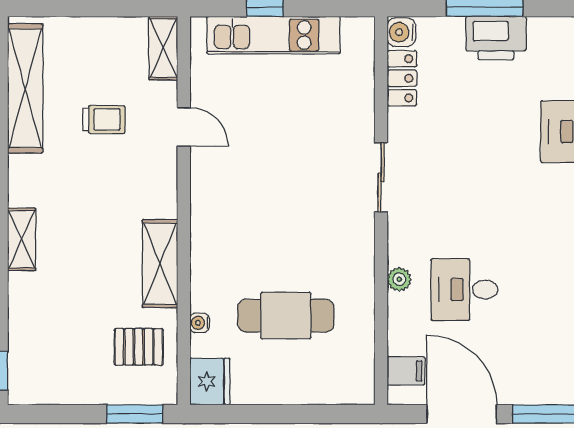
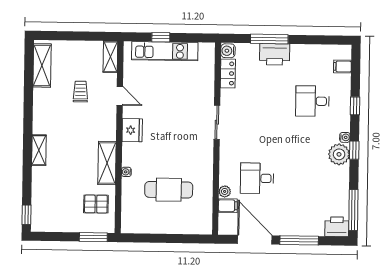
shelving: (25, 88) -> (42, 65), width x0.68
trolley: (104, 120) -> (80, 92), turned -90
plant: (399, 279) -> (225, 191), moved
water cooler: (199, 323) -> (126, 172), moved
filing cabinet: (406, 371) -> (228, 206), moved
fridge: (210, 381) -> (132, 130), moved

